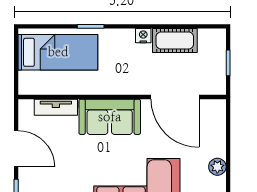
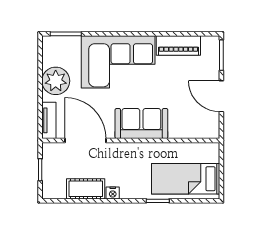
tv unit: (56, 107) -> (49, 120), moved, turned 90
plant: (217, 167) -> (56, 81), width x1.87, depth x1.87

